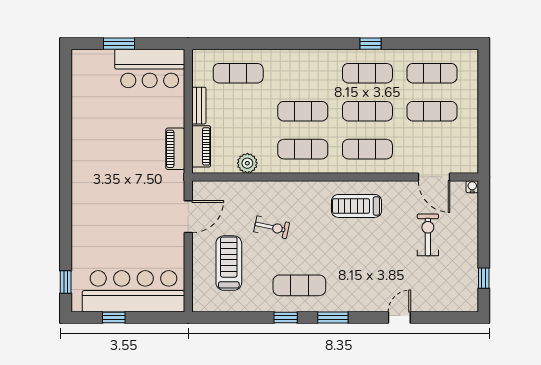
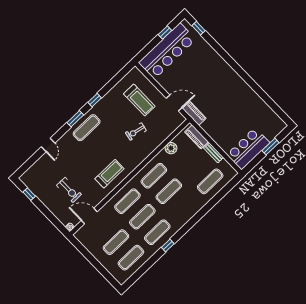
piano: (175, 149) -> (194, 113), moved
door: (188, 217) -> (174, 103), swing flipped
exercise mat: (299, 285) -> (87, 128), moved

